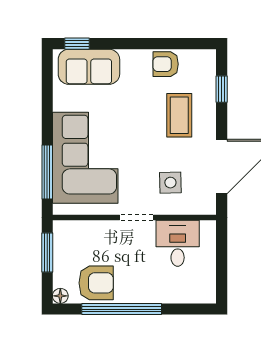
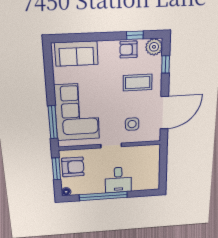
window: (77, 44) -> (135, 35), moved
plant: (204, 62) -> (154, 47), added
coffee table: (179, 115) -> (138, 83), turned 90
desk: (178, 243) -> (118, 180), moved, turned 180
armchair: (96, 283) -> (73, 167), moved

